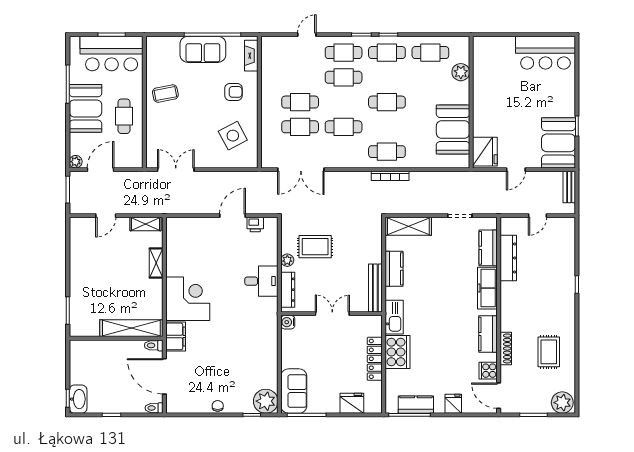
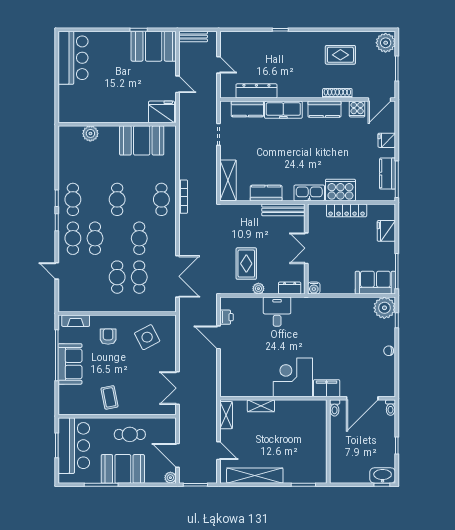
cafe table: (430, 53) -> (73, 161), removed
dresser: (288, 290) -> (290, 288), width x0.70
shelving: (131, 328) -> (255, 476), moved, turned 90

